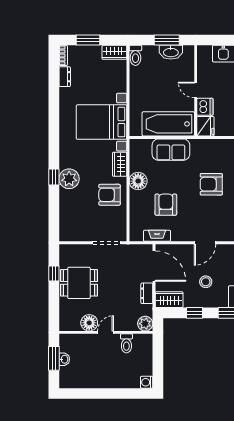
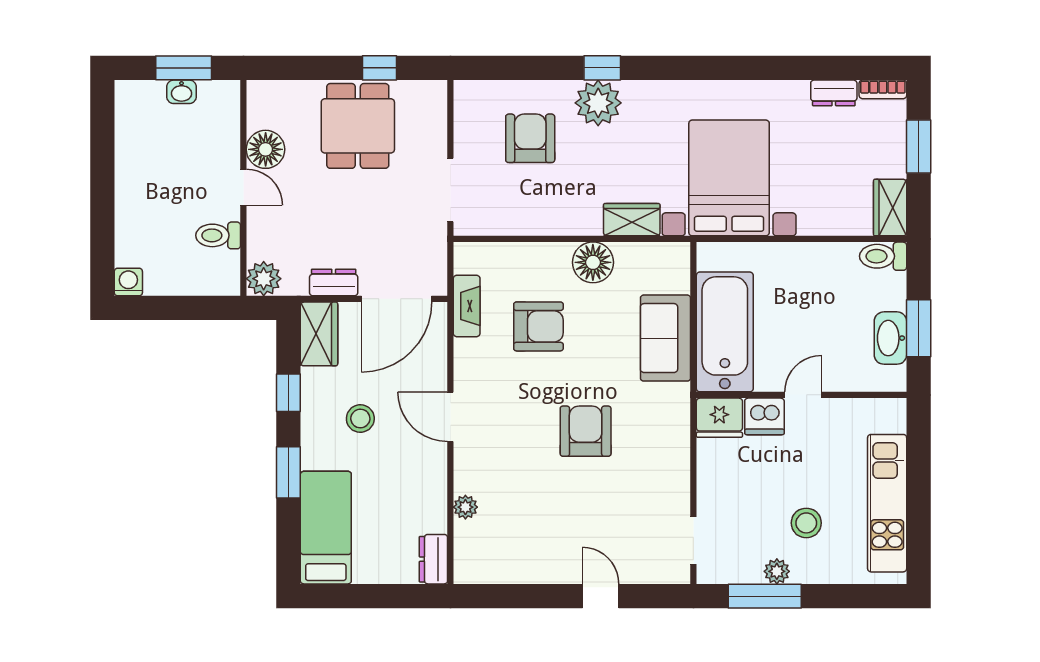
armchair: (110, 195) -> (530, 138), moved

